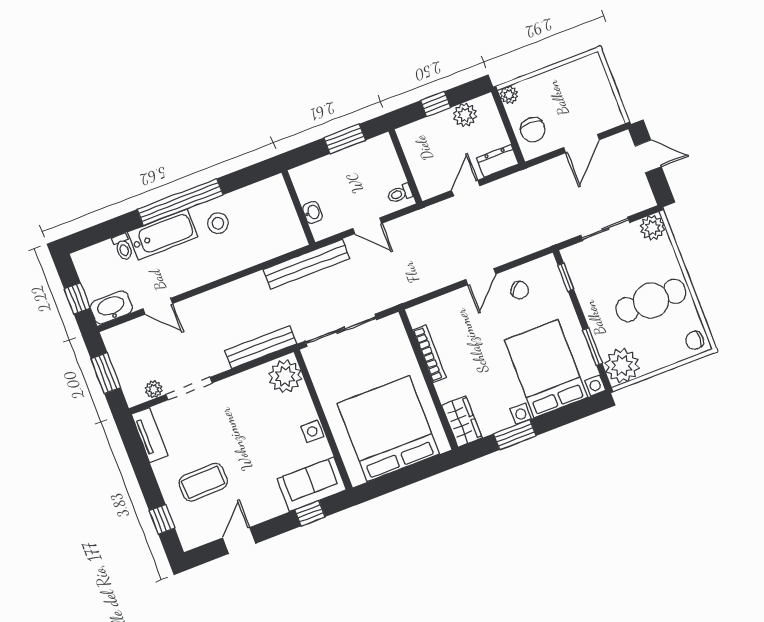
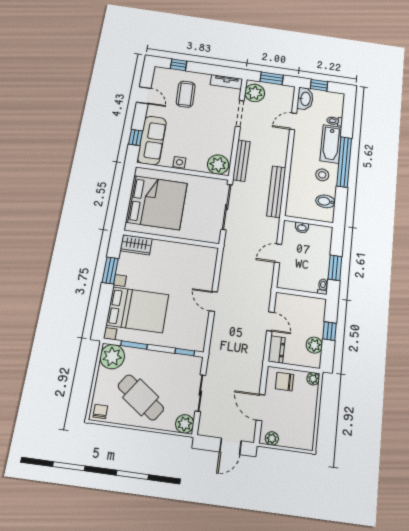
plant: (611, 110) -> (272, 438), added
toilet: (400, 194) -> (323, 287), moved
bidet: (256, 199) -> (325, 201), added
bench: (307, 264) -> (276, 192), moved
chair: (520, 290) -> (193, 320), removed
cafe table: (651, 300) -> (141, 397), turned -55
bookcase: (429, 354) -> (185, 248), removed
plant: (154, 389) -> (255, 93), width x1.87, depth x1.87
sofa: (312, 484) -> (152, 140), width x1.36

